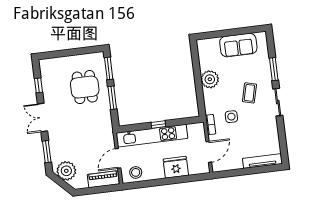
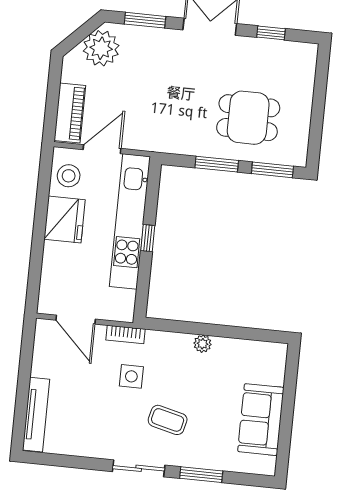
plant: (210, 79) -> (203, 344), width x0.53, depth x0.53
door: (118, 158) -> (102, 149), hinge flipped
fridge: (176, 167) -> (65, 220), moved

